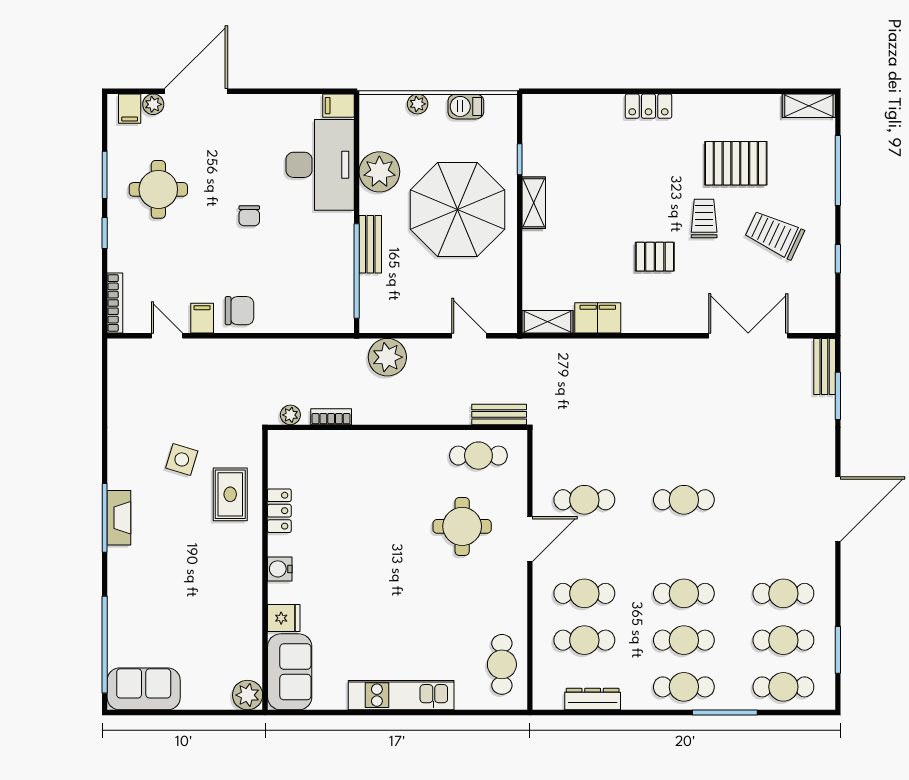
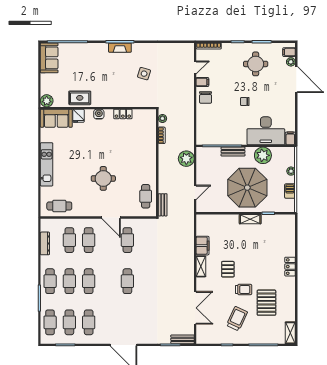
shelving: (548, 322) -> (201, 266), moved
rug: (230, 494) -> (80, 98), moved
round table: (462, 526) -> (103, 178), moved

